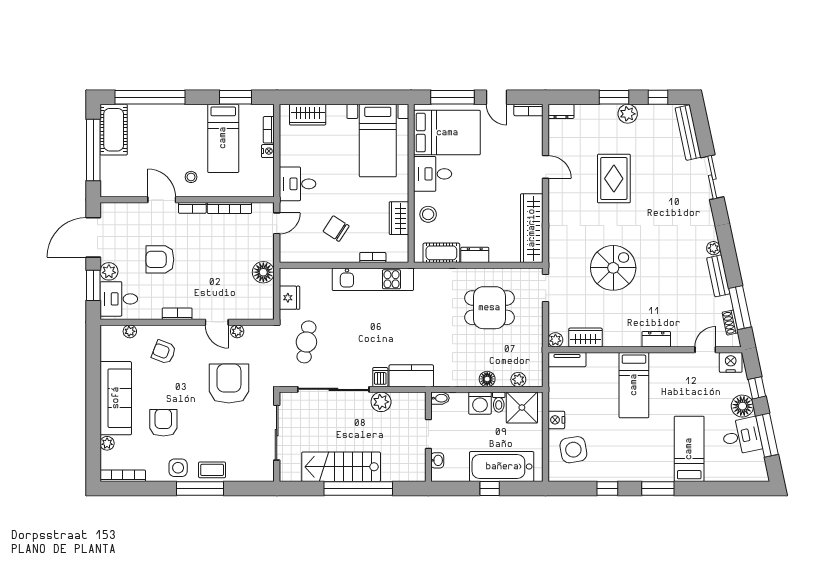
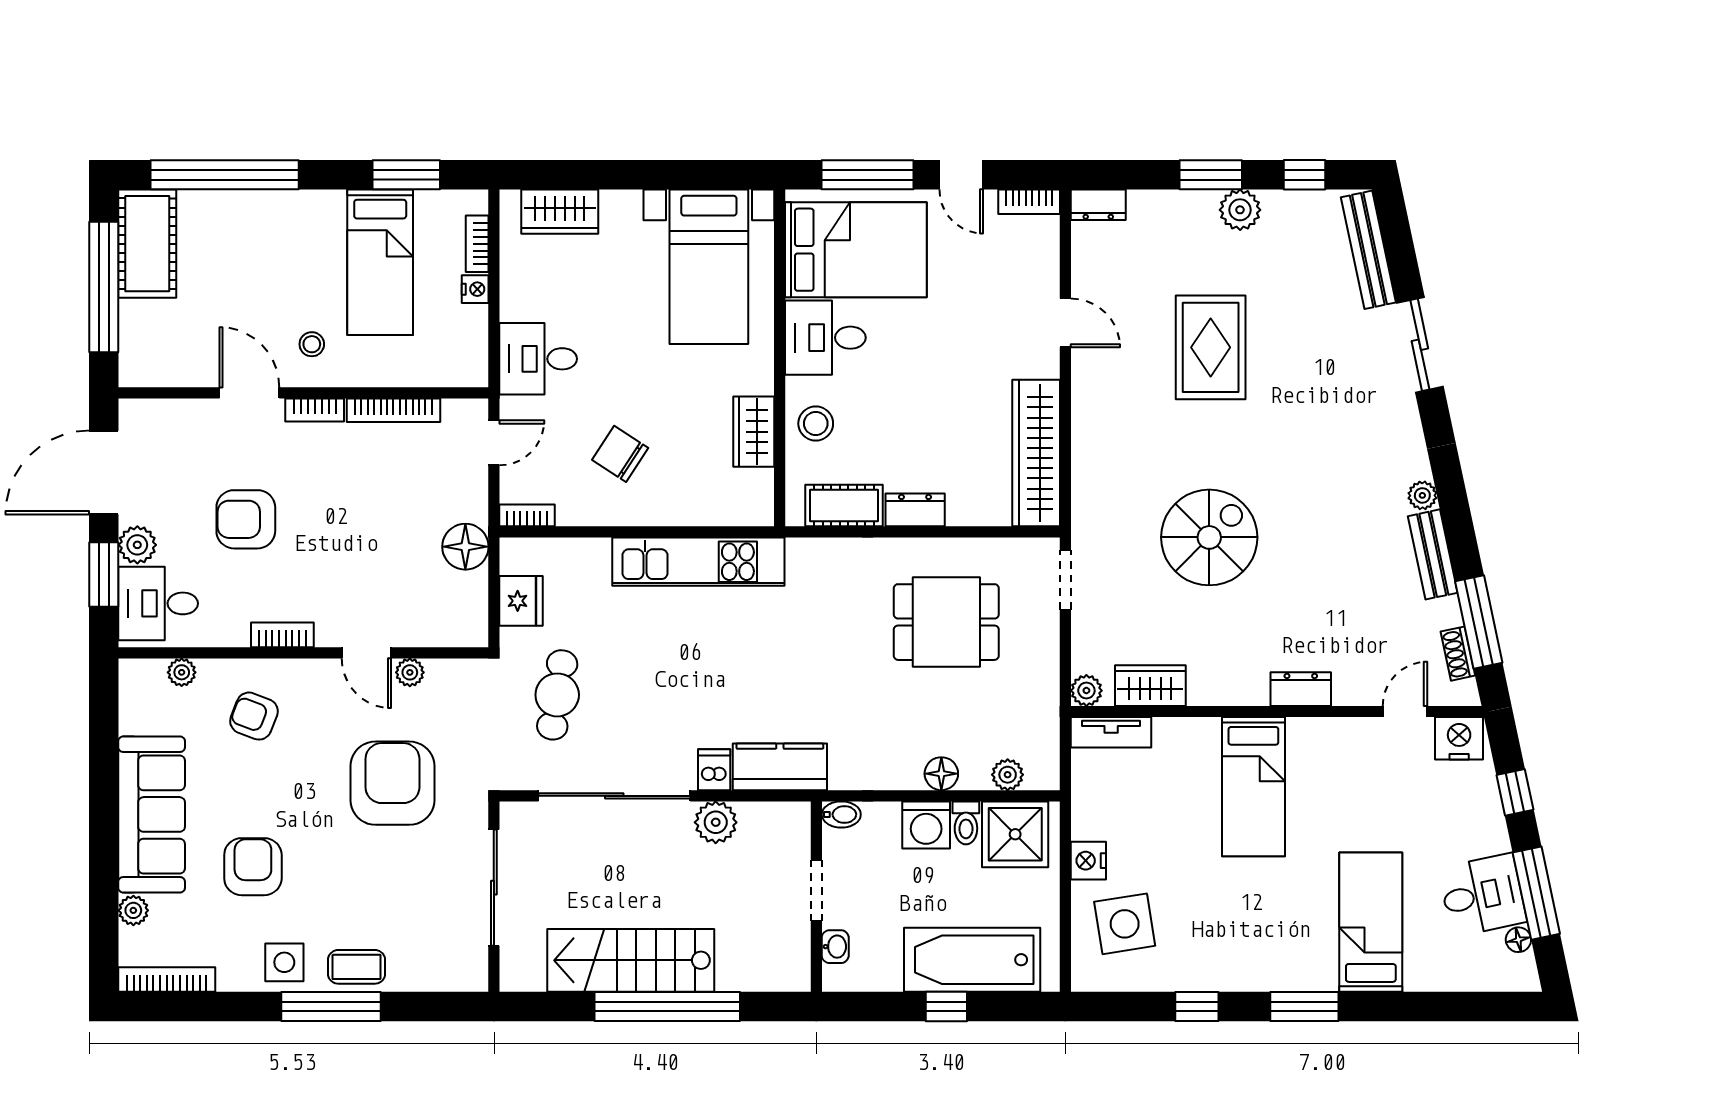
bookcase: (373, 258) -> (527, 515), moved
floor lamp: (742, 406) -> (1518, 940), moved, width x0.53, depth x0.53

